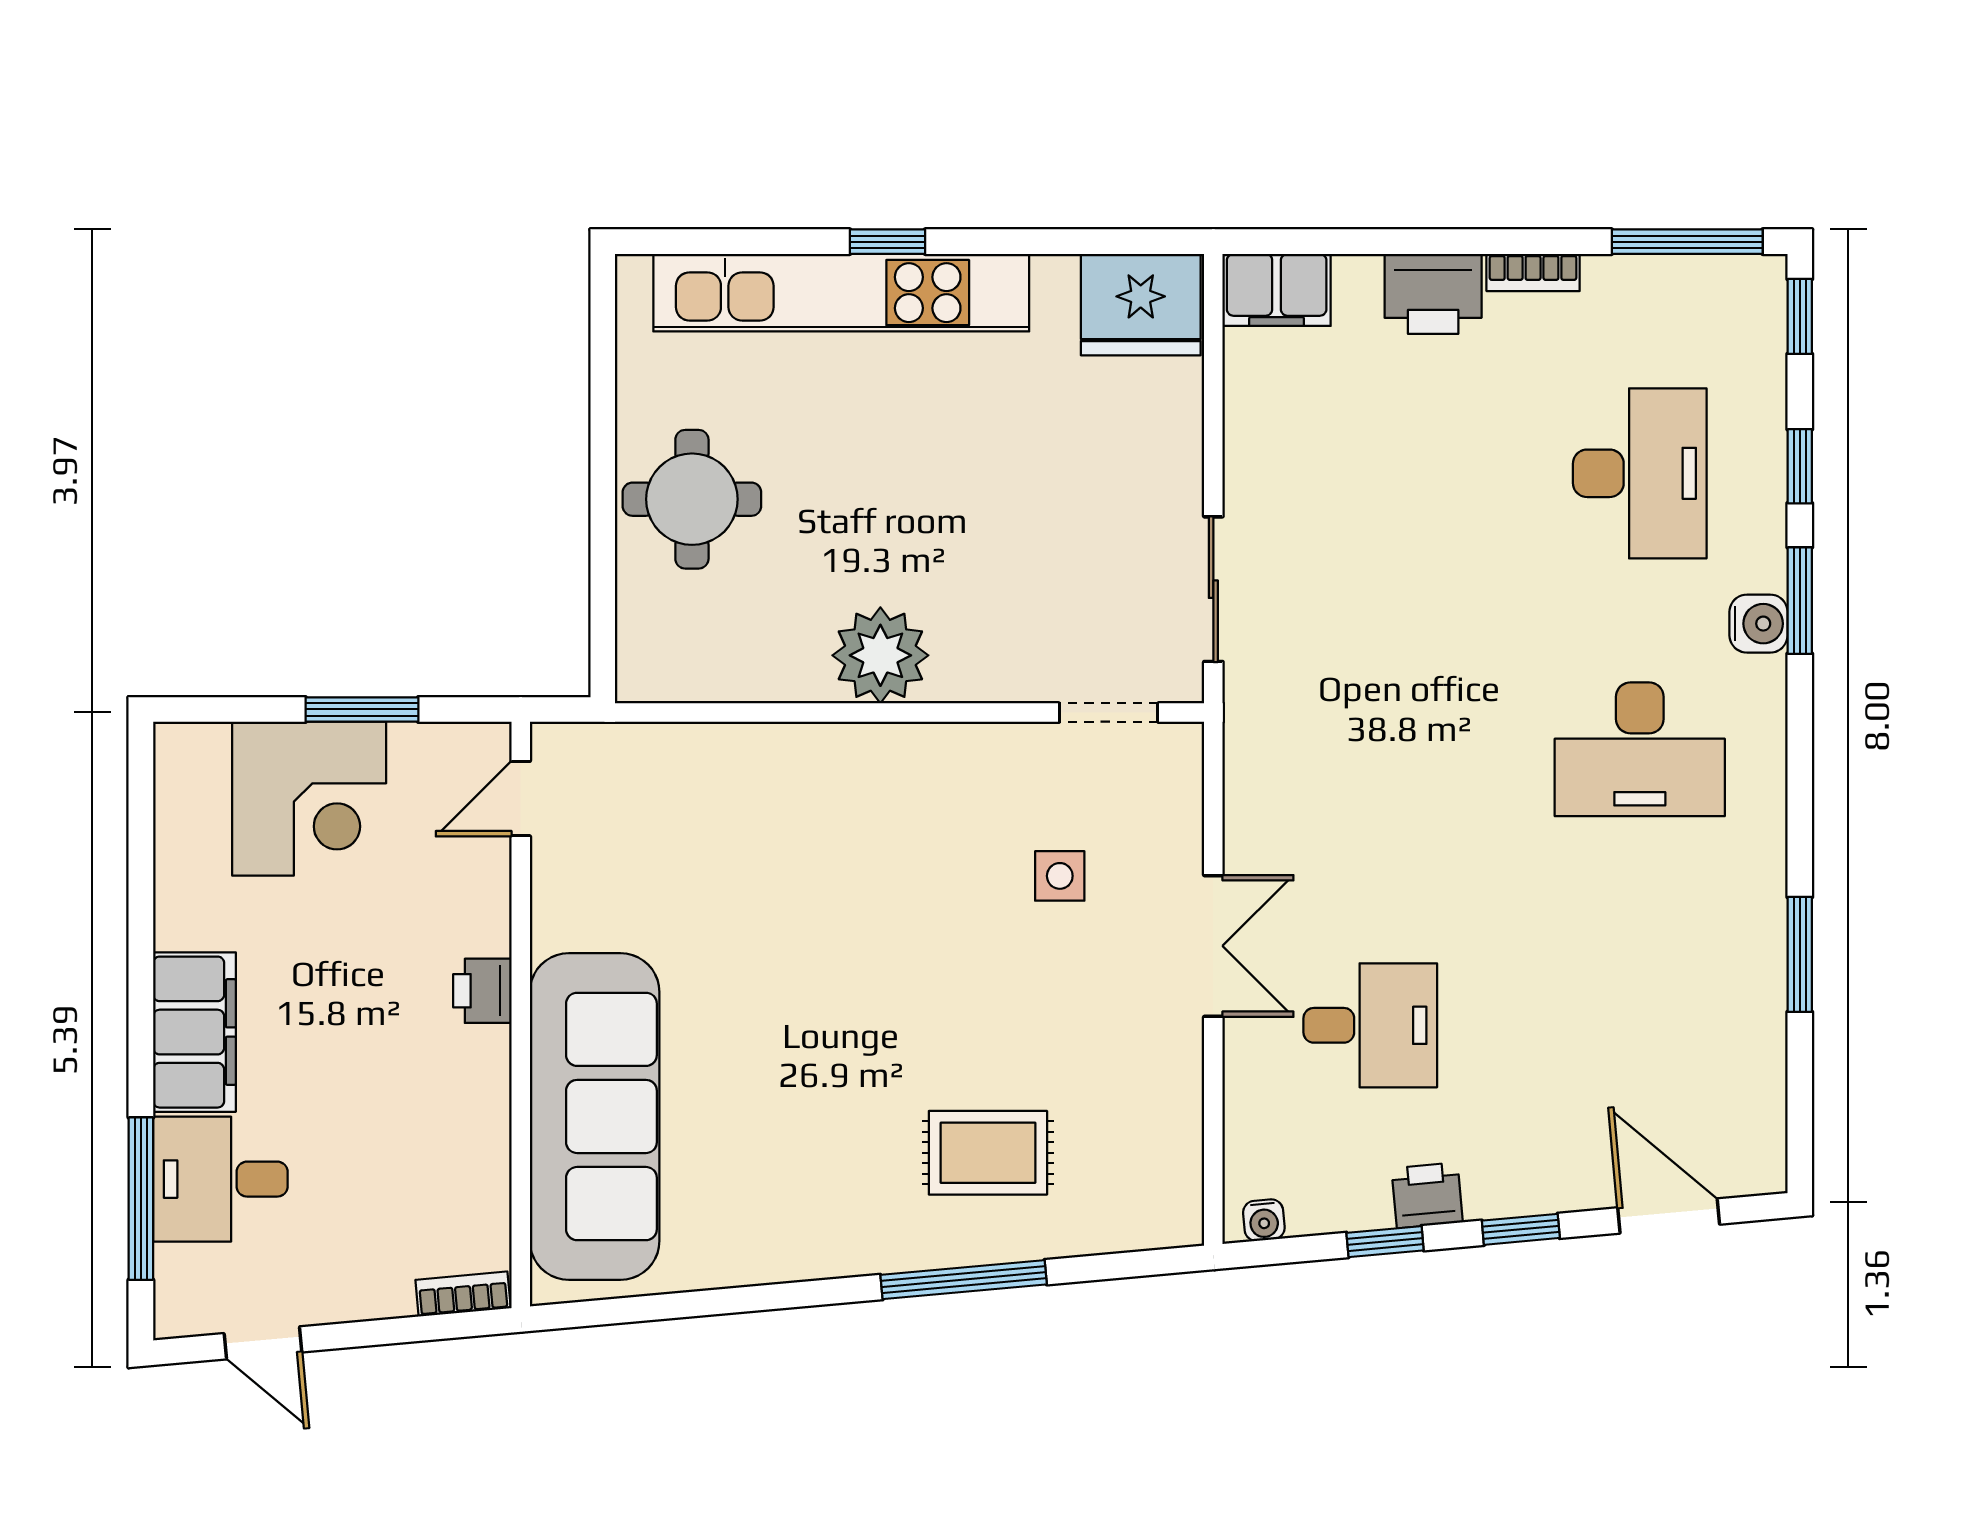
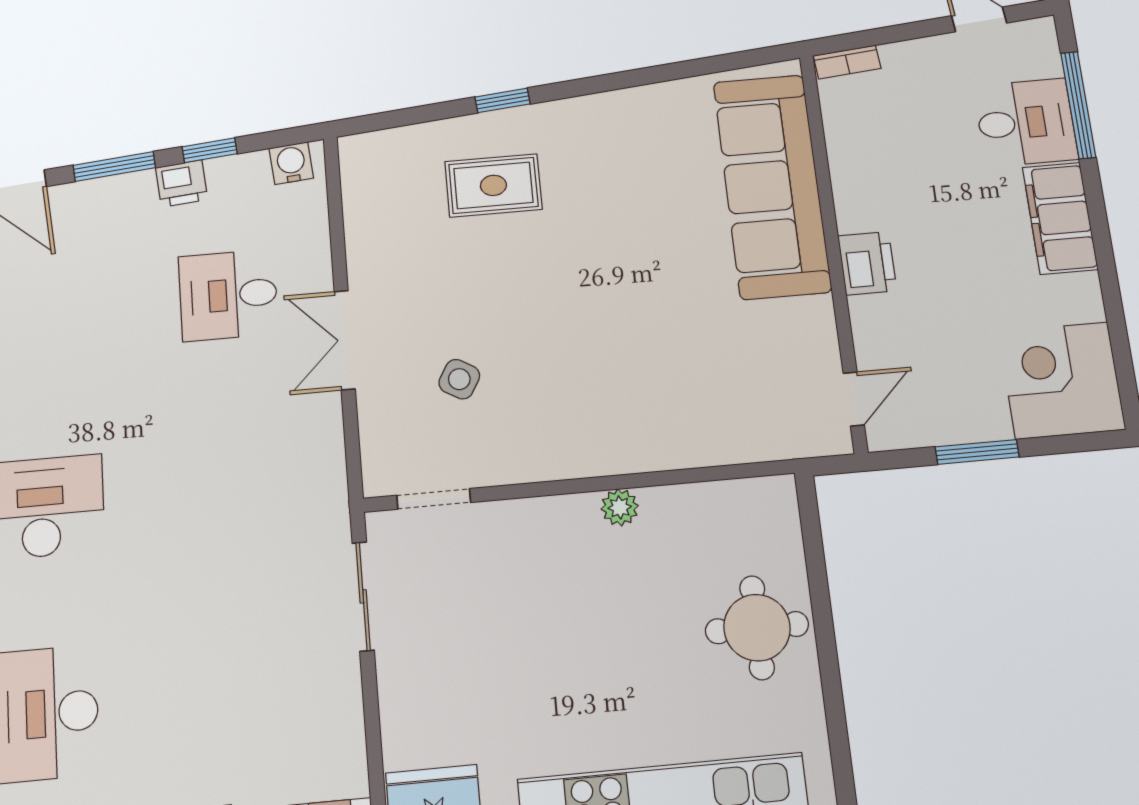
plant: (880, 655) -> (620, 507), width x0.53, depth x0.53
corner desk: (309, 799) -> (1062, 380), moved
side table: (1060, 876) -> (459, 379), turned 30
printer: (482, 991) -> (867, 263), width x1.36, depth x1.24
water cooler: (1264, 1220) -> (291, 163), width x1.38, depth x1.38
window: (1521, 1229) -> (114, 166), width x1.50
window: (964, 1280) -> (503, 100), width x0.46

